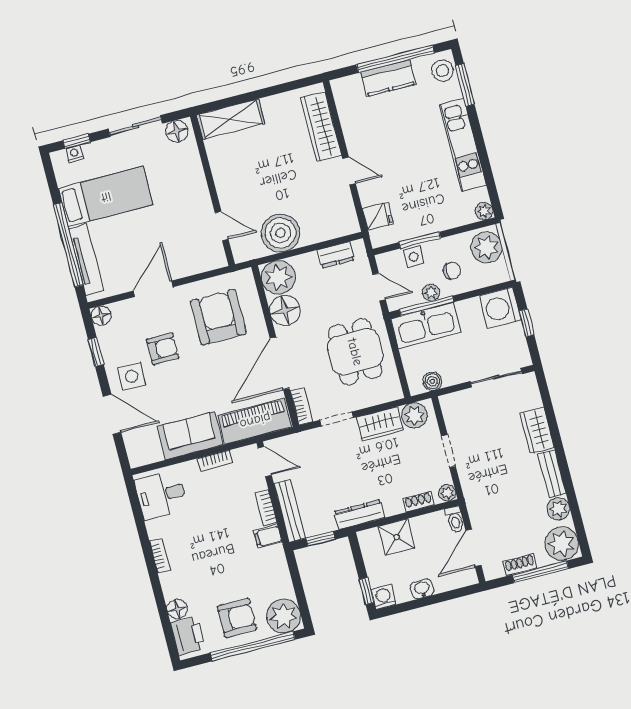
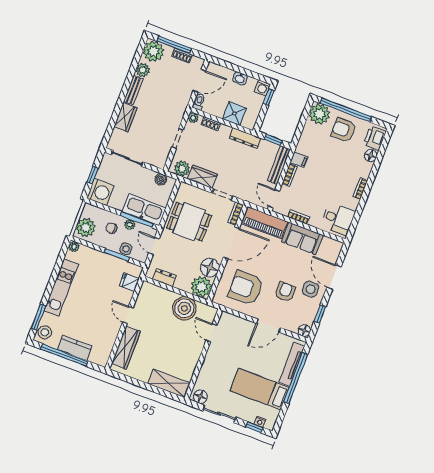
armchair: (218, 317) -> (246, 288), turned 90
armchair: (163, 349) -> (285, 292), turned 90
dining table: (355, 352) -> (189, 222), turned 90

